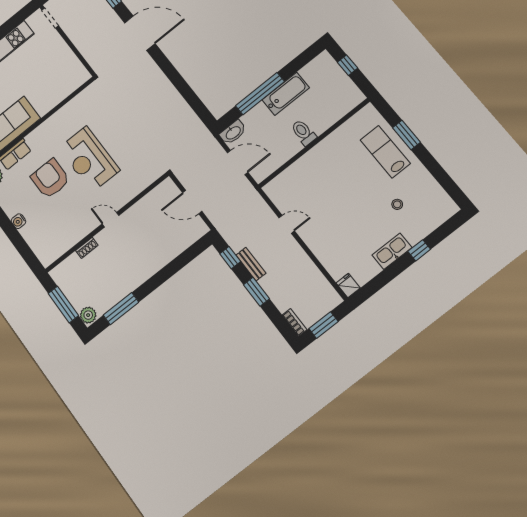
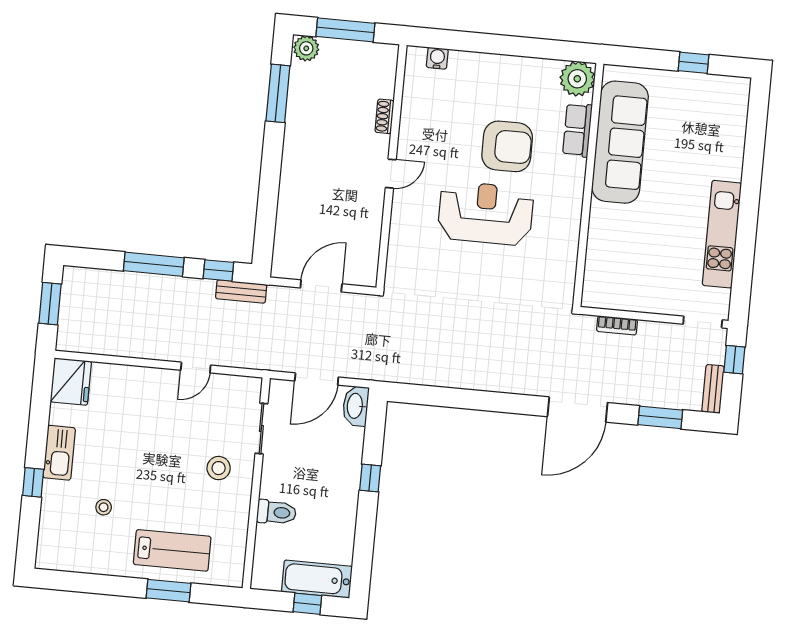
window: (260, 94) -> (370, 478), width x0.32
bathtub: (286, 94) -> (317, 579), moved, turned 90
toilet: (304, 133) -> (276, 512), moved
sliding door: (286, 166) -> (261, 429), added
stool: (324, 168) -> (219, 468), added
water cooler: (19, 221) -> (437, 58), moved
bench: (251, 264) -> (241, 291), moved
fridge: (348, 285) -> (71, 382), width x1.88, depth x1.34
window: (256, 292) -> (154, 264), width x1.44
bookcase: (295, 322) -> (617, 325), moved

